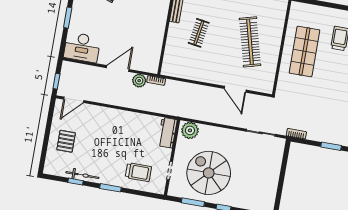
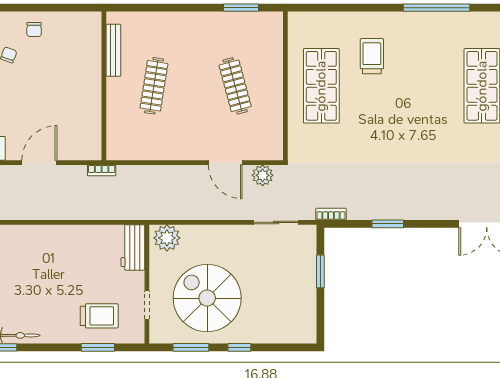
clothes rail: (199, 33) -> (154, 86), width x1.36
clothes rail: (250, 42) -> (235, 86), width x0.73, depth x0.76
plant: (139, 81) -> (263, 175), moved
window: (283, 169) -> (320, 271), added
window: (110, 188) -> (98, 347), moved

